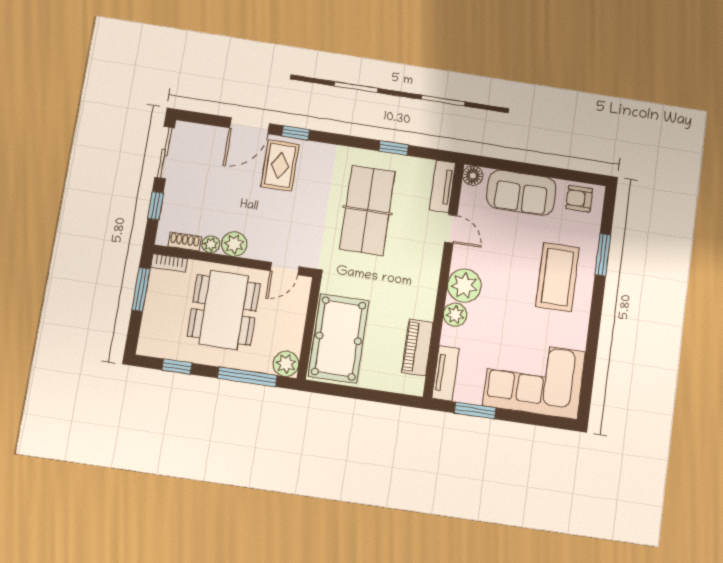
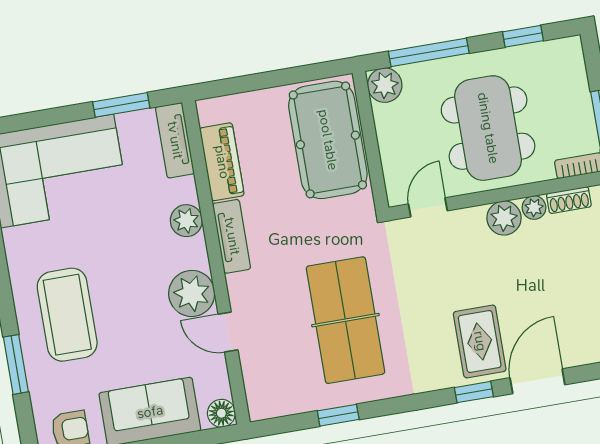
tv unit: (442, 186) -> (232, 236), moved
plant: (464, 286) -> (192, 293), moved

